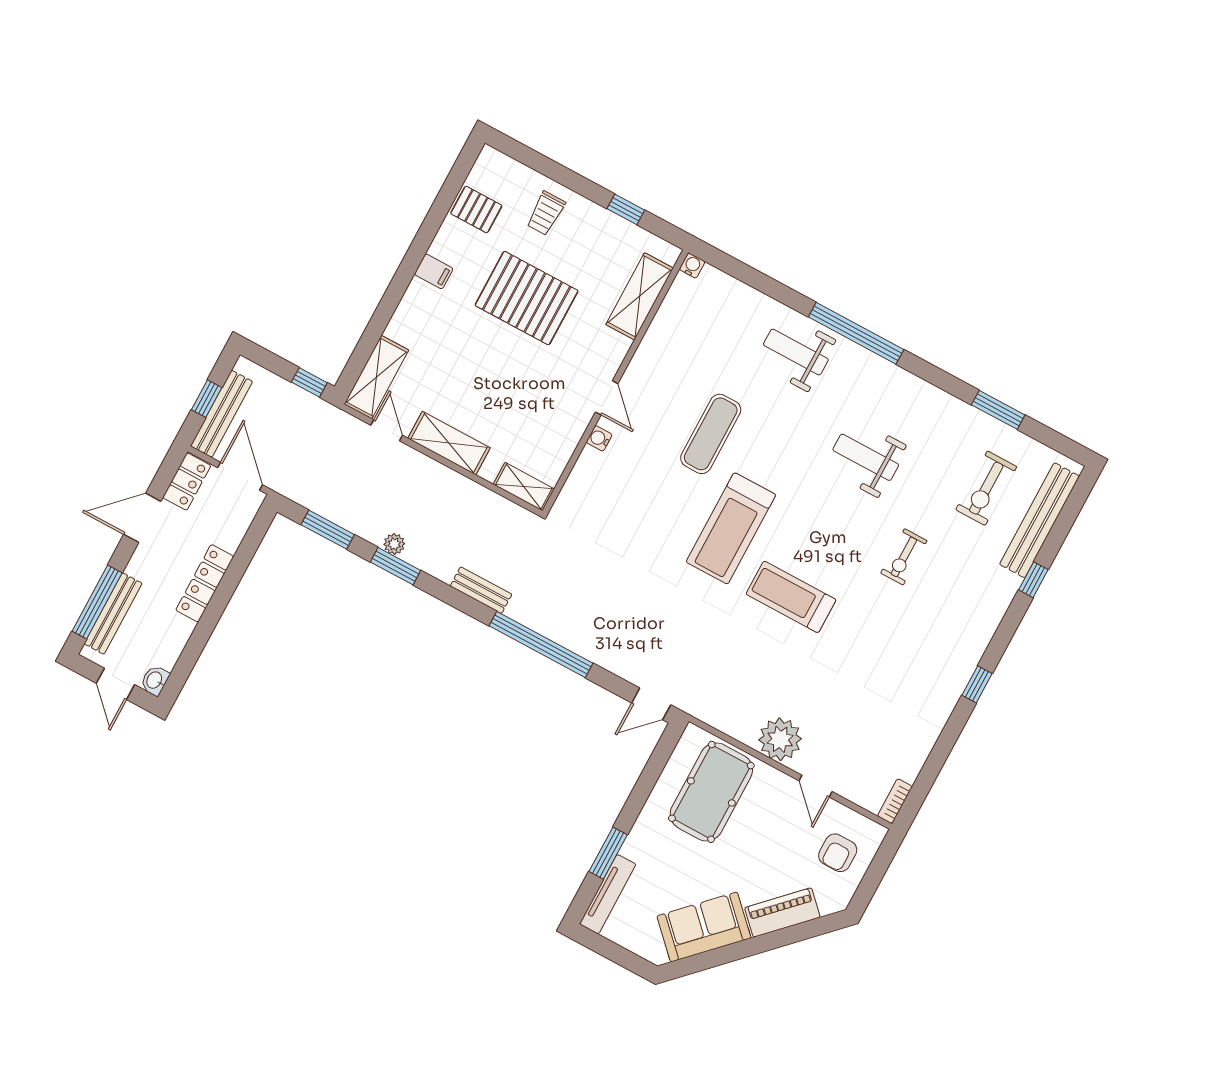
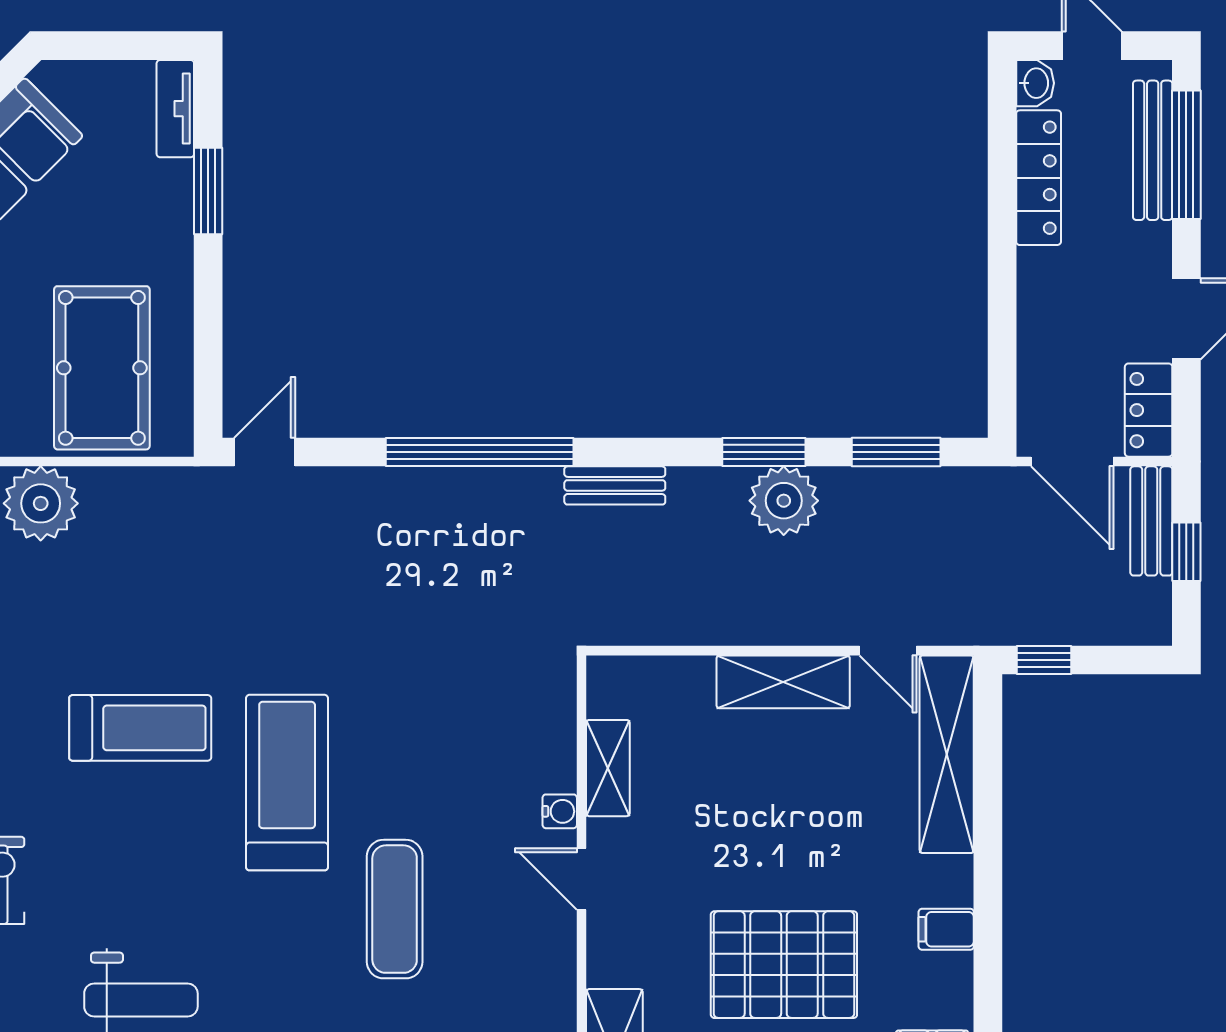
shelving: (376, 377) -> (947, 754), width x1.47
bench: (222, 414) -> (1151, 521), width x0.73
shelving: (524, 487) -> (608, 768), moved, turned 90
plant: (394, 544) -> (784, 501), width x1.87, depth x1.87
locker: (205, 583) -> (1039, 178), moved
tv unit: (608, 894) -> (175, 109), width x0.71

